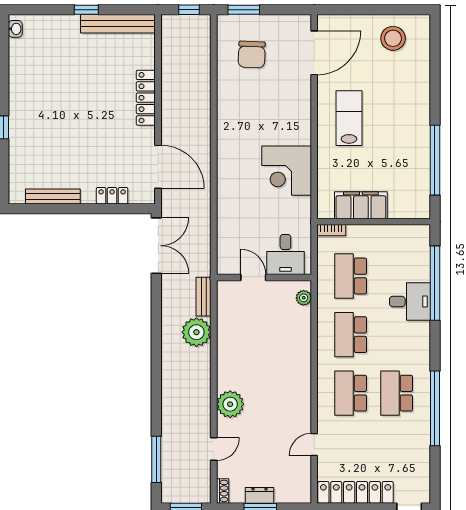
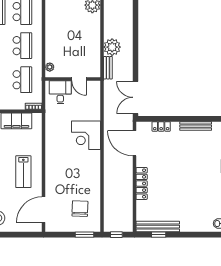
window: (86, 10) -> (159, 235), moved
corner desk: (287, 171) -> (86, 135), moved, turned 180

